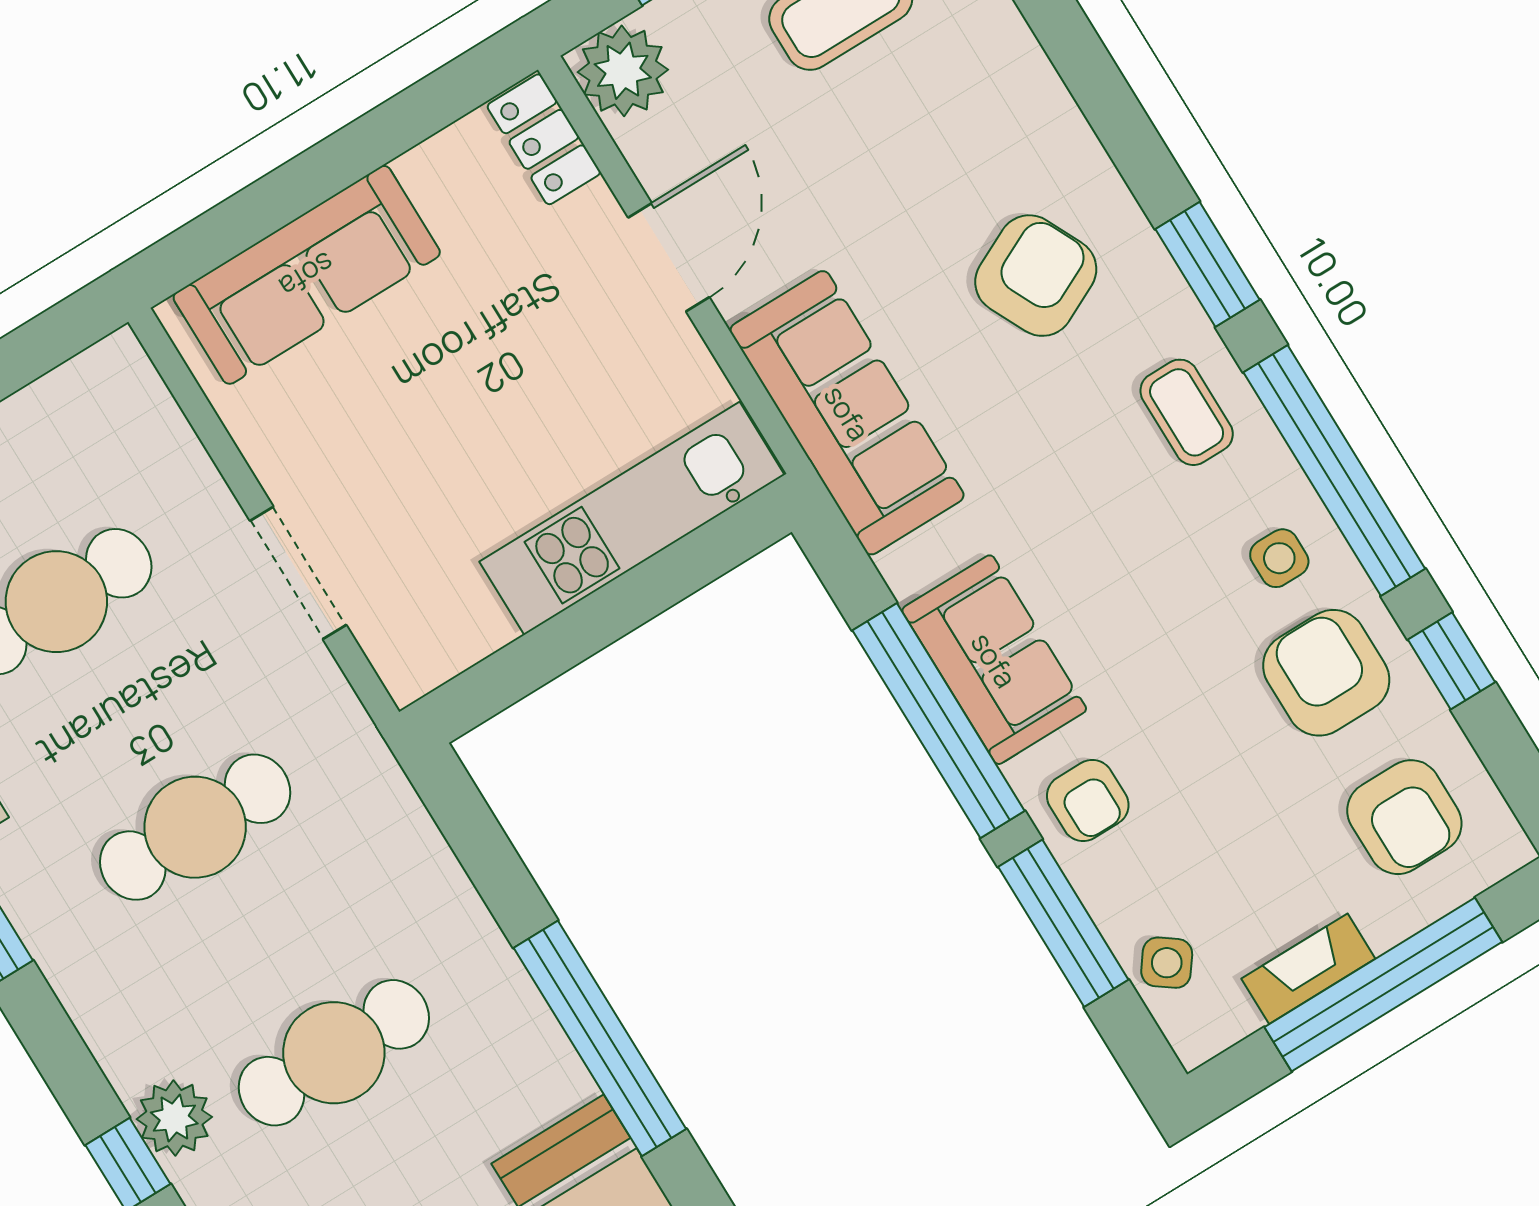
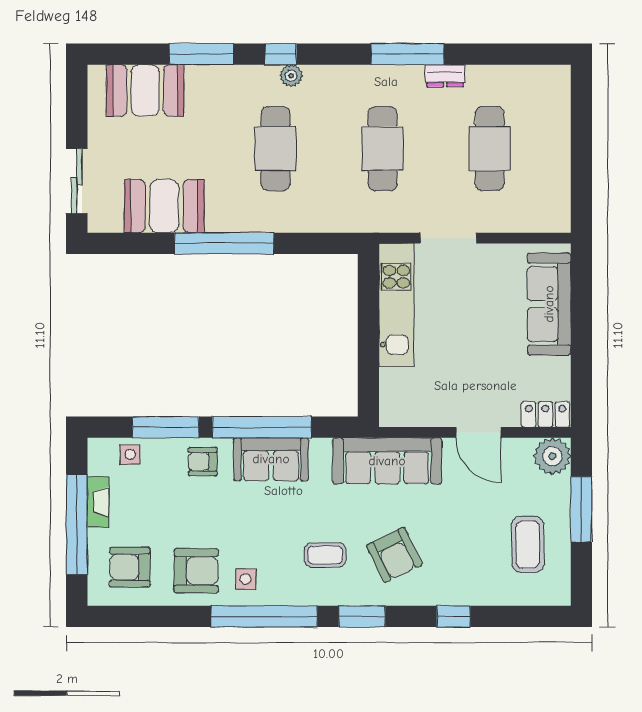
coffee table: (1187, 412) -> (325, 555), moved
kitchen unit: (632, 518) -> (396, 305), moved
window: (1451, 661) -> (453, 616), moved
side table: (1167, 963) -> (130, 455), turned -36
plant: (174, 1118) -> (291, 76), width x0.73, depth x0.73

